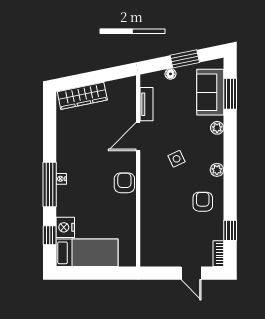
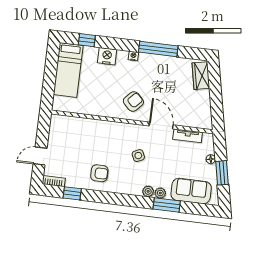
window: (230, 94) -> (167, 205), moved
wardrobe: (82, 96) -> (201, 76), width x0.67
plant: (217, 170) -> (148, 191), moved
armchair: (124, 183) -> (133, 102), moved, turned -46
window: (50, 185) -> (158, 49), moved
nightstand: (65, 227) -> (107, 56), moved

